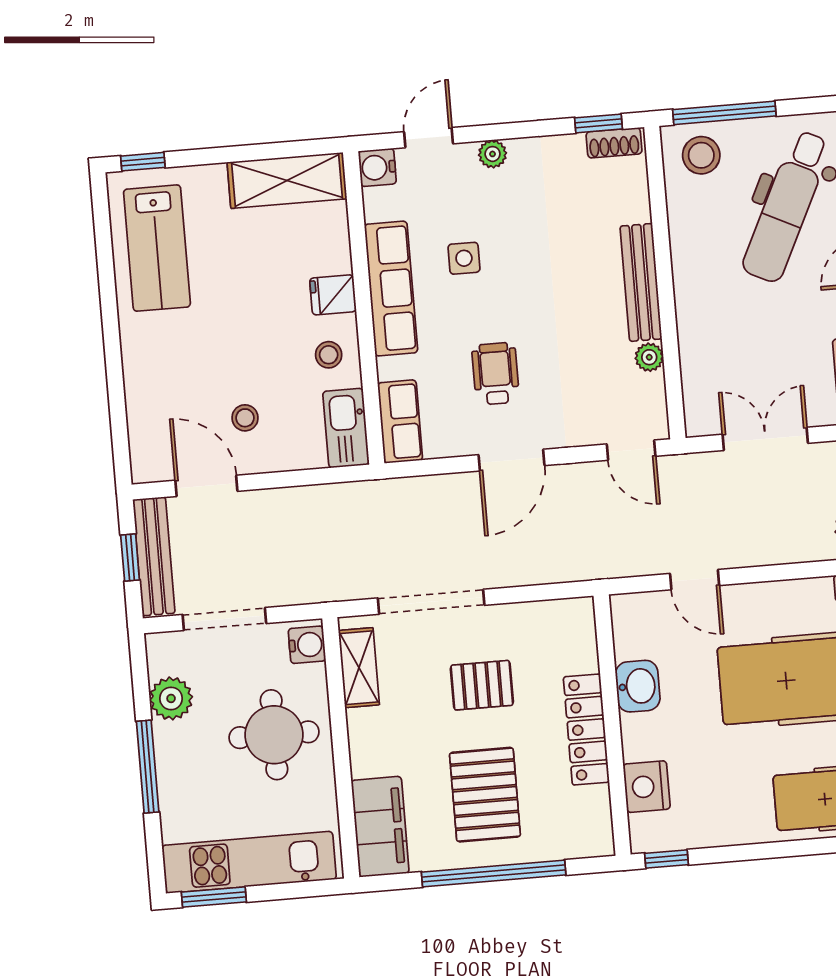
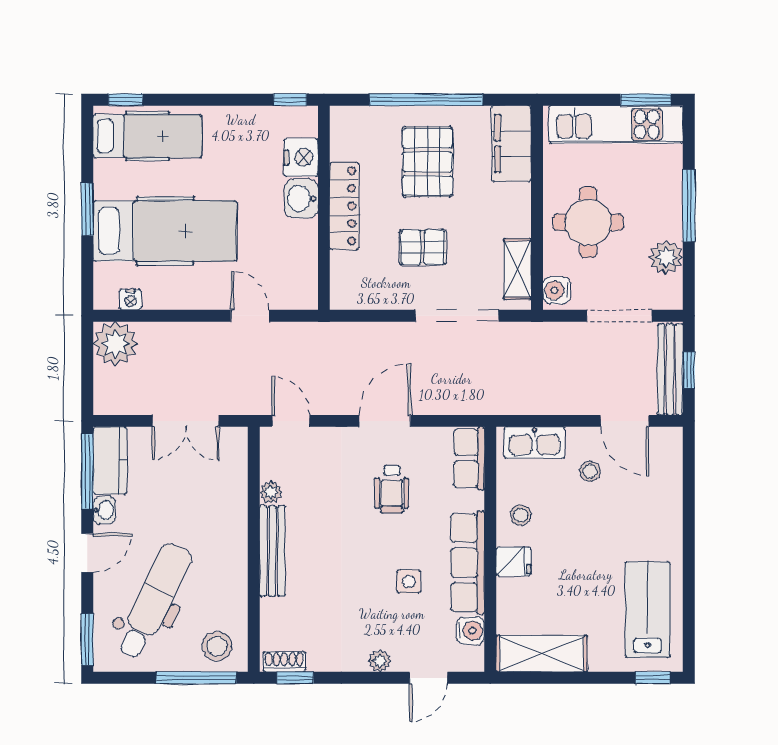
water cooler: (377, 167) -> (470, 631), moved
kitchen sink: (346, 428) -> (534, 443), moved, turned 90
washbasin: (638, 686) -> (301, 199), moved

